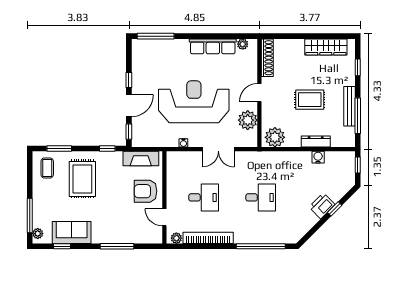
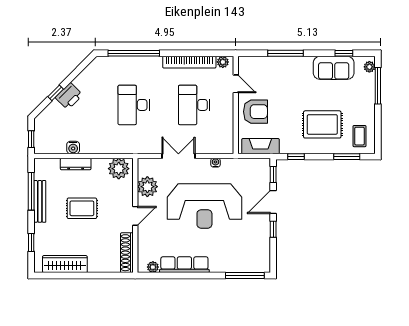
rug: (82, 179) -> (322, 124), turned 90
desk: (204, 197) -> (194, 105), width x1.37
desk: (261, 197) -> (134, 105), width x1.37

